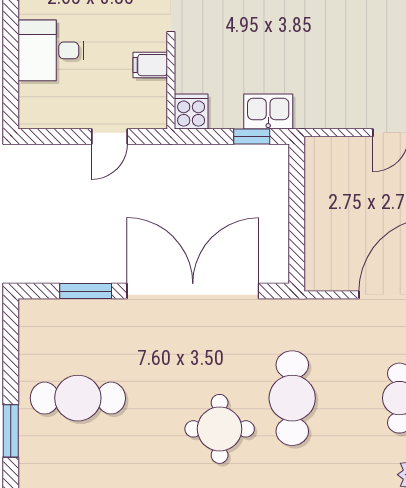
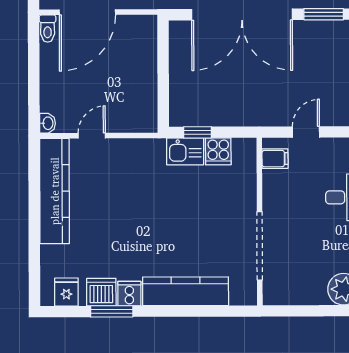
filing cabinet: (150, 65) -> (275, 159), moved
cooker: (191, 111) -> (218, 151), moved

